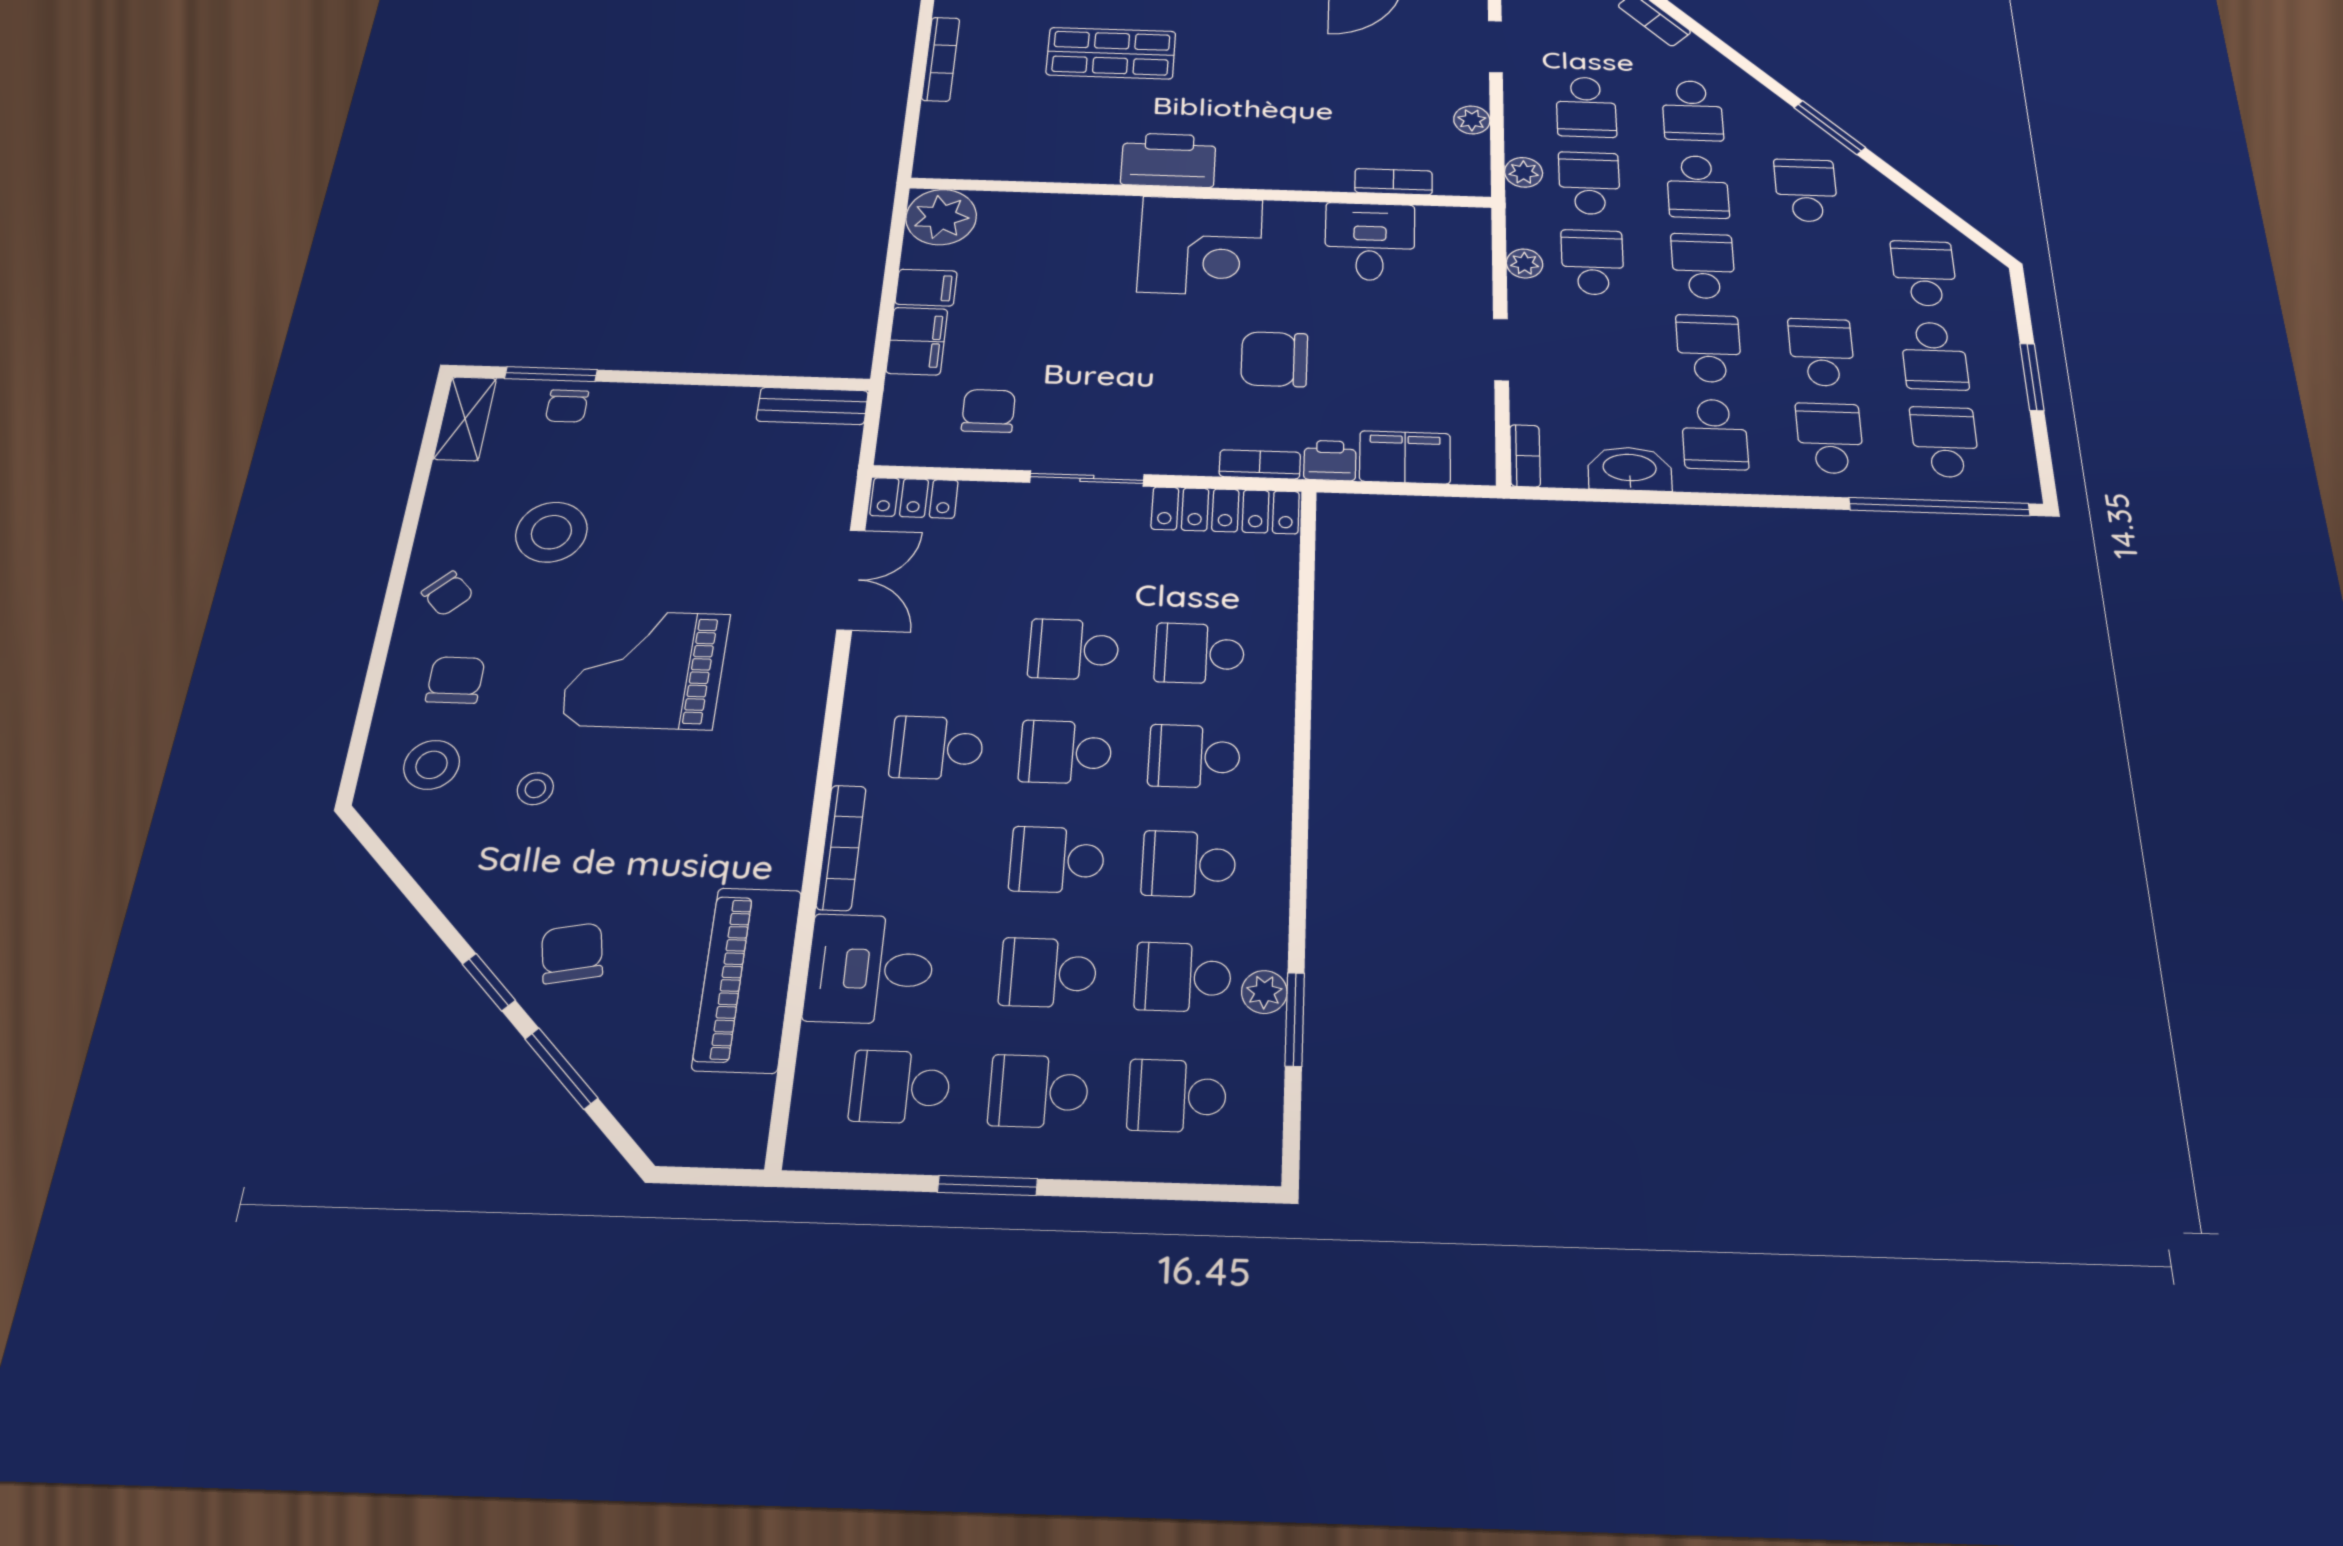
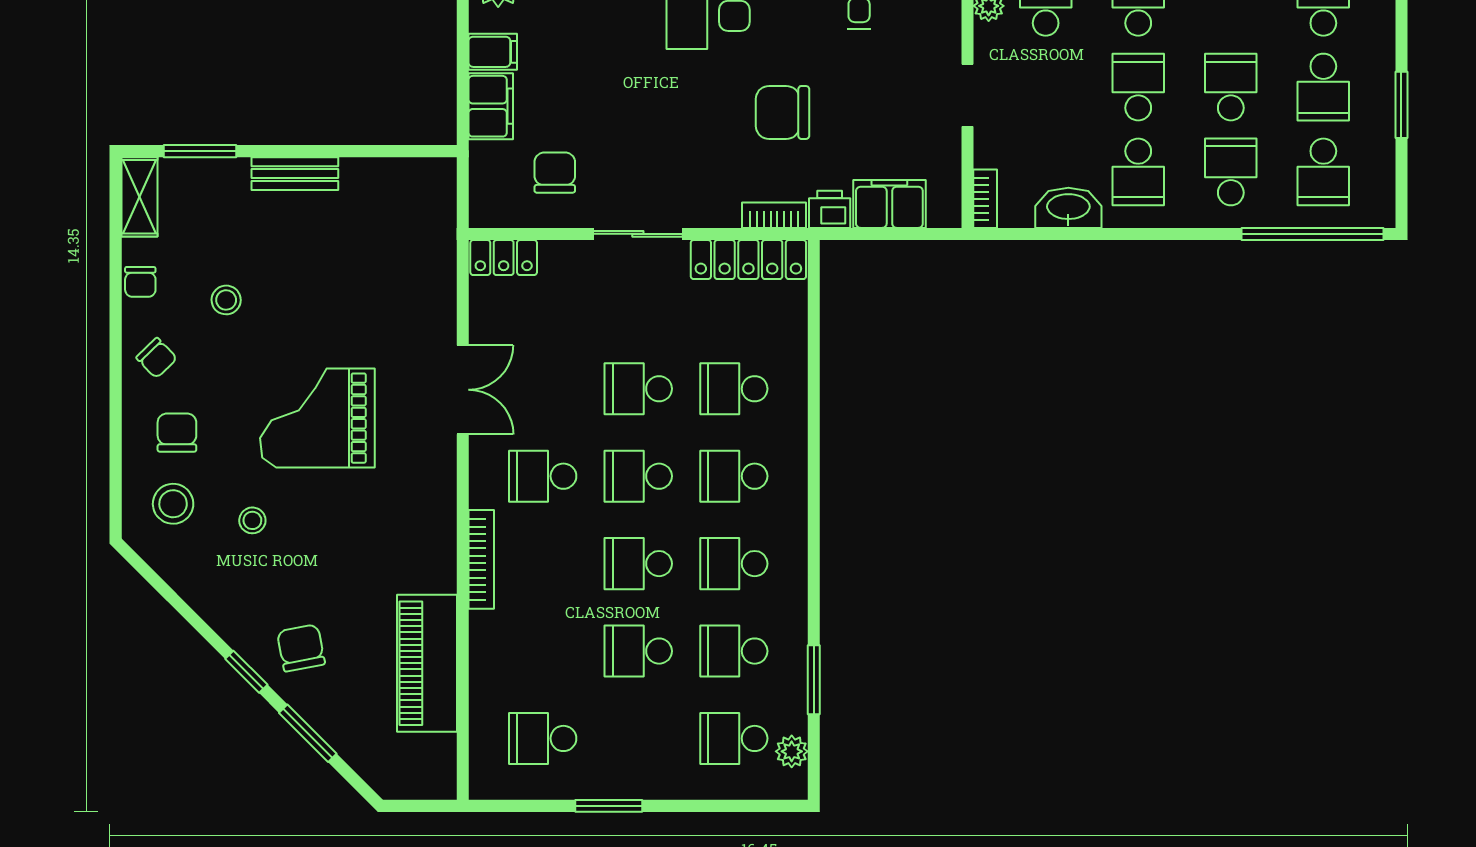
chair: (567, 406) -> (140, 282), moved
bench: (812, 406) -> (295, 174), moved
school desk: (1945, 442) -> (1323, 172), turned 180
stool: (551, 532) -> (226, 300), width x0.53, depth x0.53
double door: (851, 580) -> (463, 390), moved
desk: (870, 969) -> (512, 653), removed
plant: (1264, 992) -> (792, 751), moved
school desk: (1039, 1091) -> (638, 738), removed

